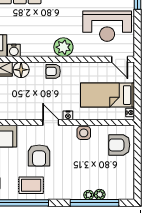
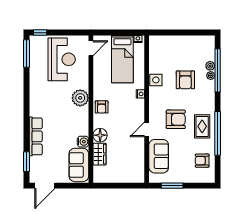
door: (51, 123) -> (147, 129), moved
armchair: (119, 145) -> (185, 80), moved

